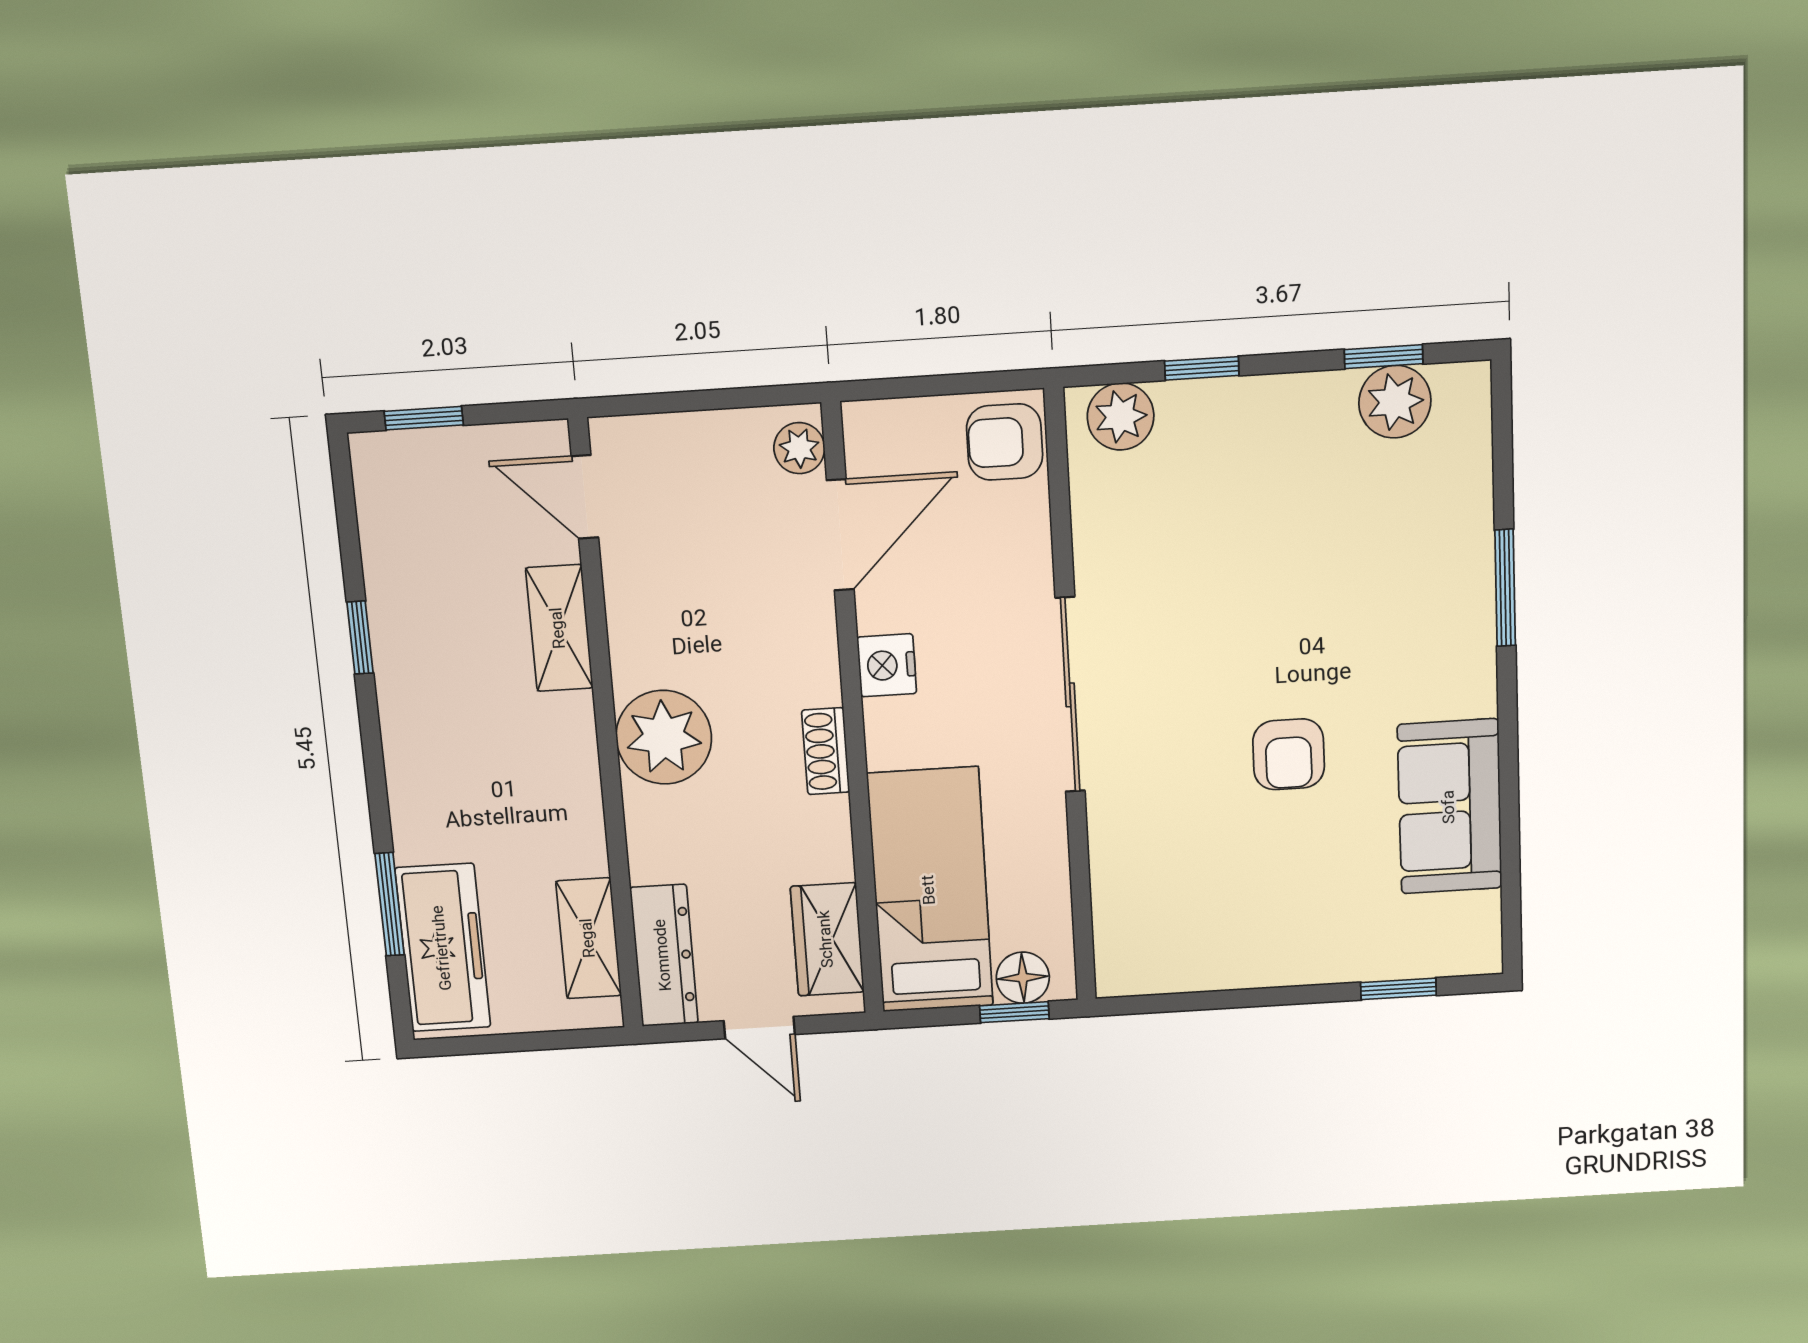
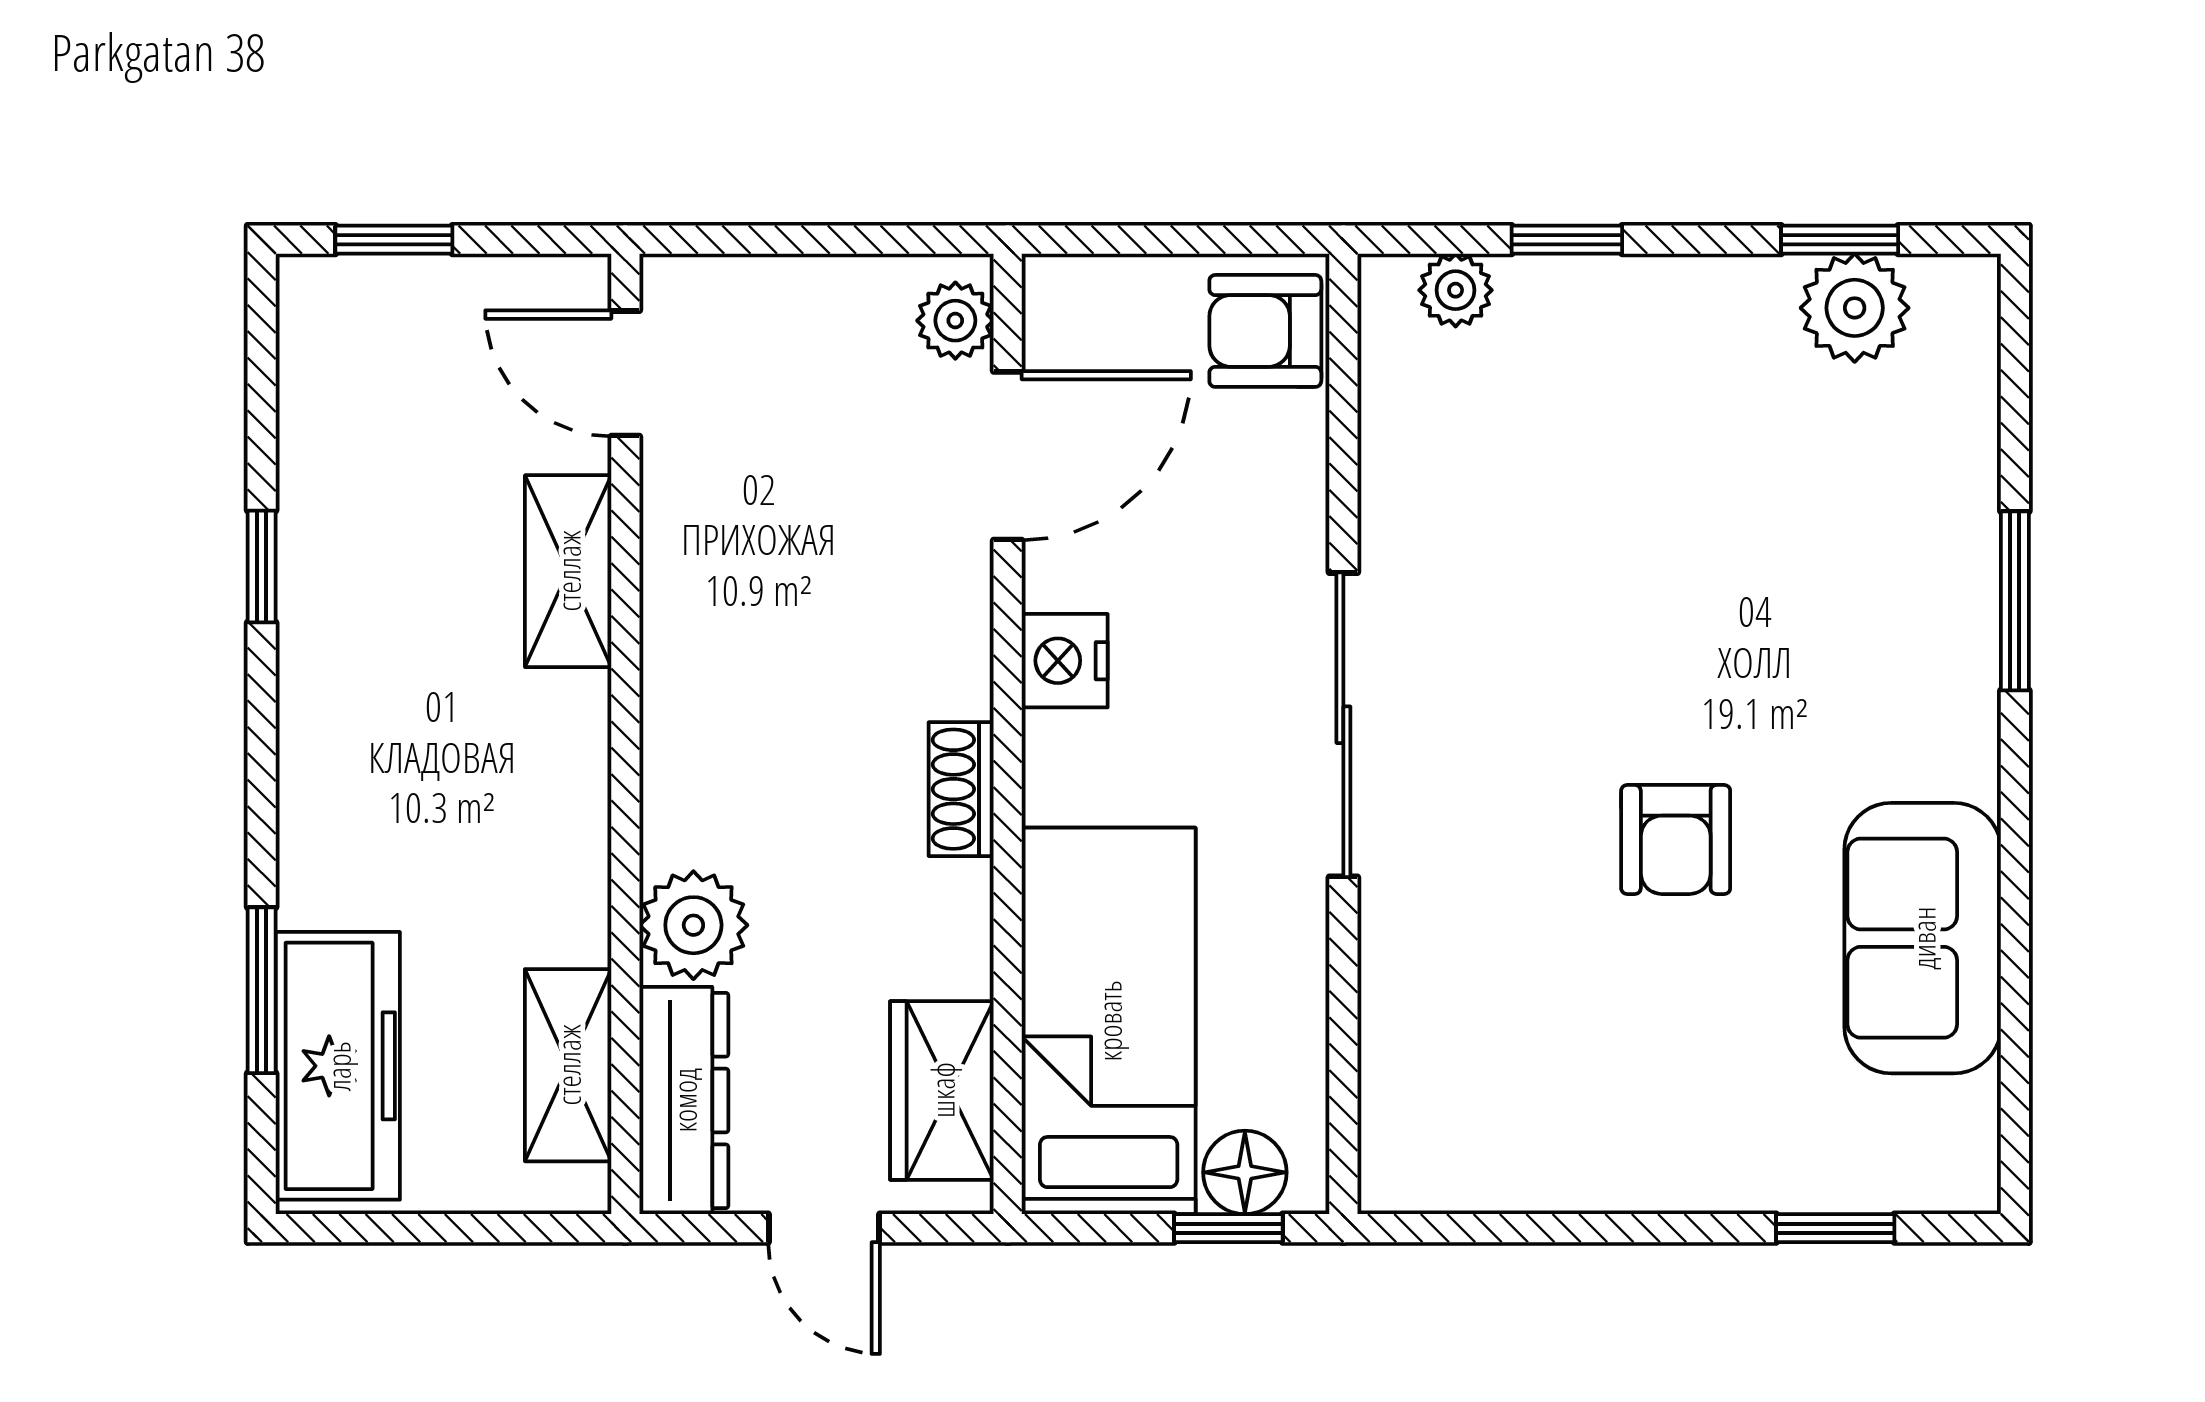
plant: (1121, 417) -> (1456, 290), width x0.73, depth x0.73
plant: (664, 737) -> (693, 925), moved, width x0.73, depth x0.73

